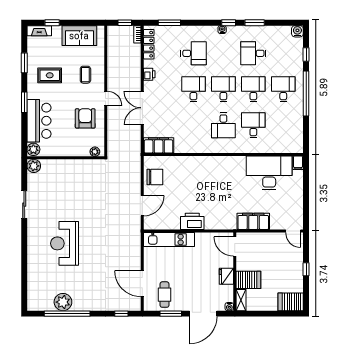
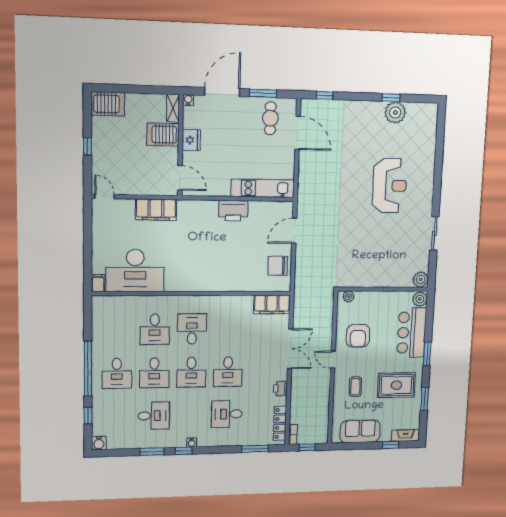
rug: (50, 75) -> (396, 385), width x1.36, depth x1.43
window: (67, 314) -> (391, 98), width x0.32

